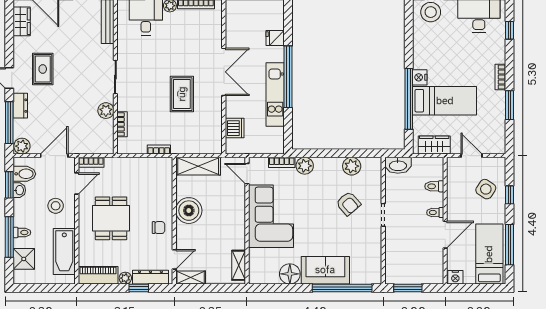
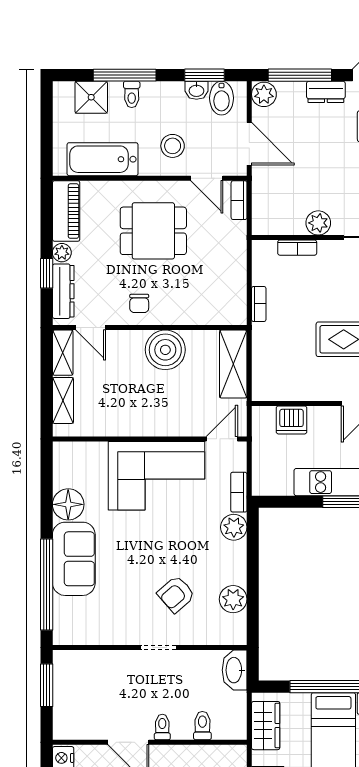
shelving: (239, 265) -> (63, 400), moved, turned 90

